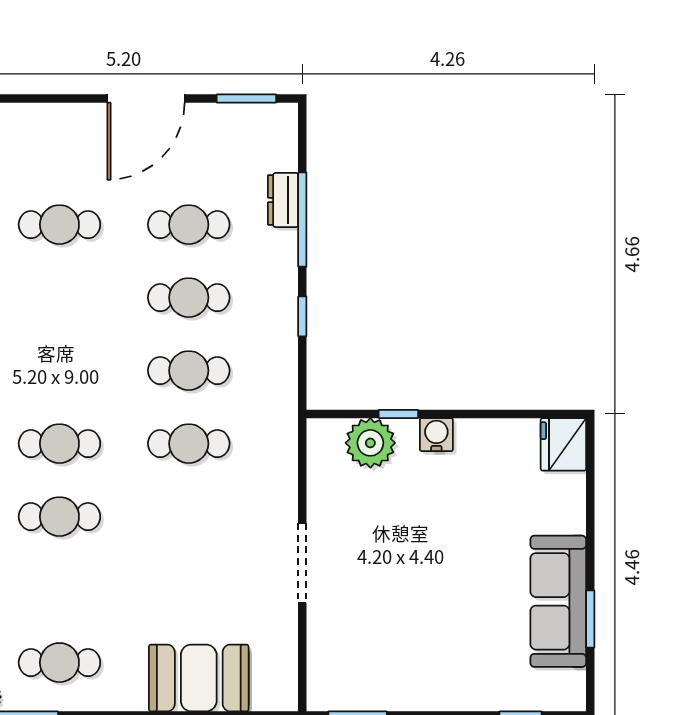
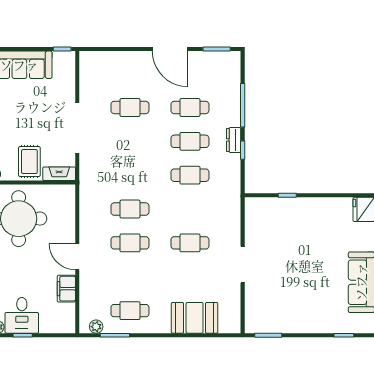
door: (146, 99) -> (170, 49), hinge flipped
dresser: (283, 200) -> (234, 140), moved
water cooler: (436, 435) -> (305, 205), removed
plant: (370, 443) -> (274, 209), removed
cafe table: (189, 444) -> (190, 243), moved

